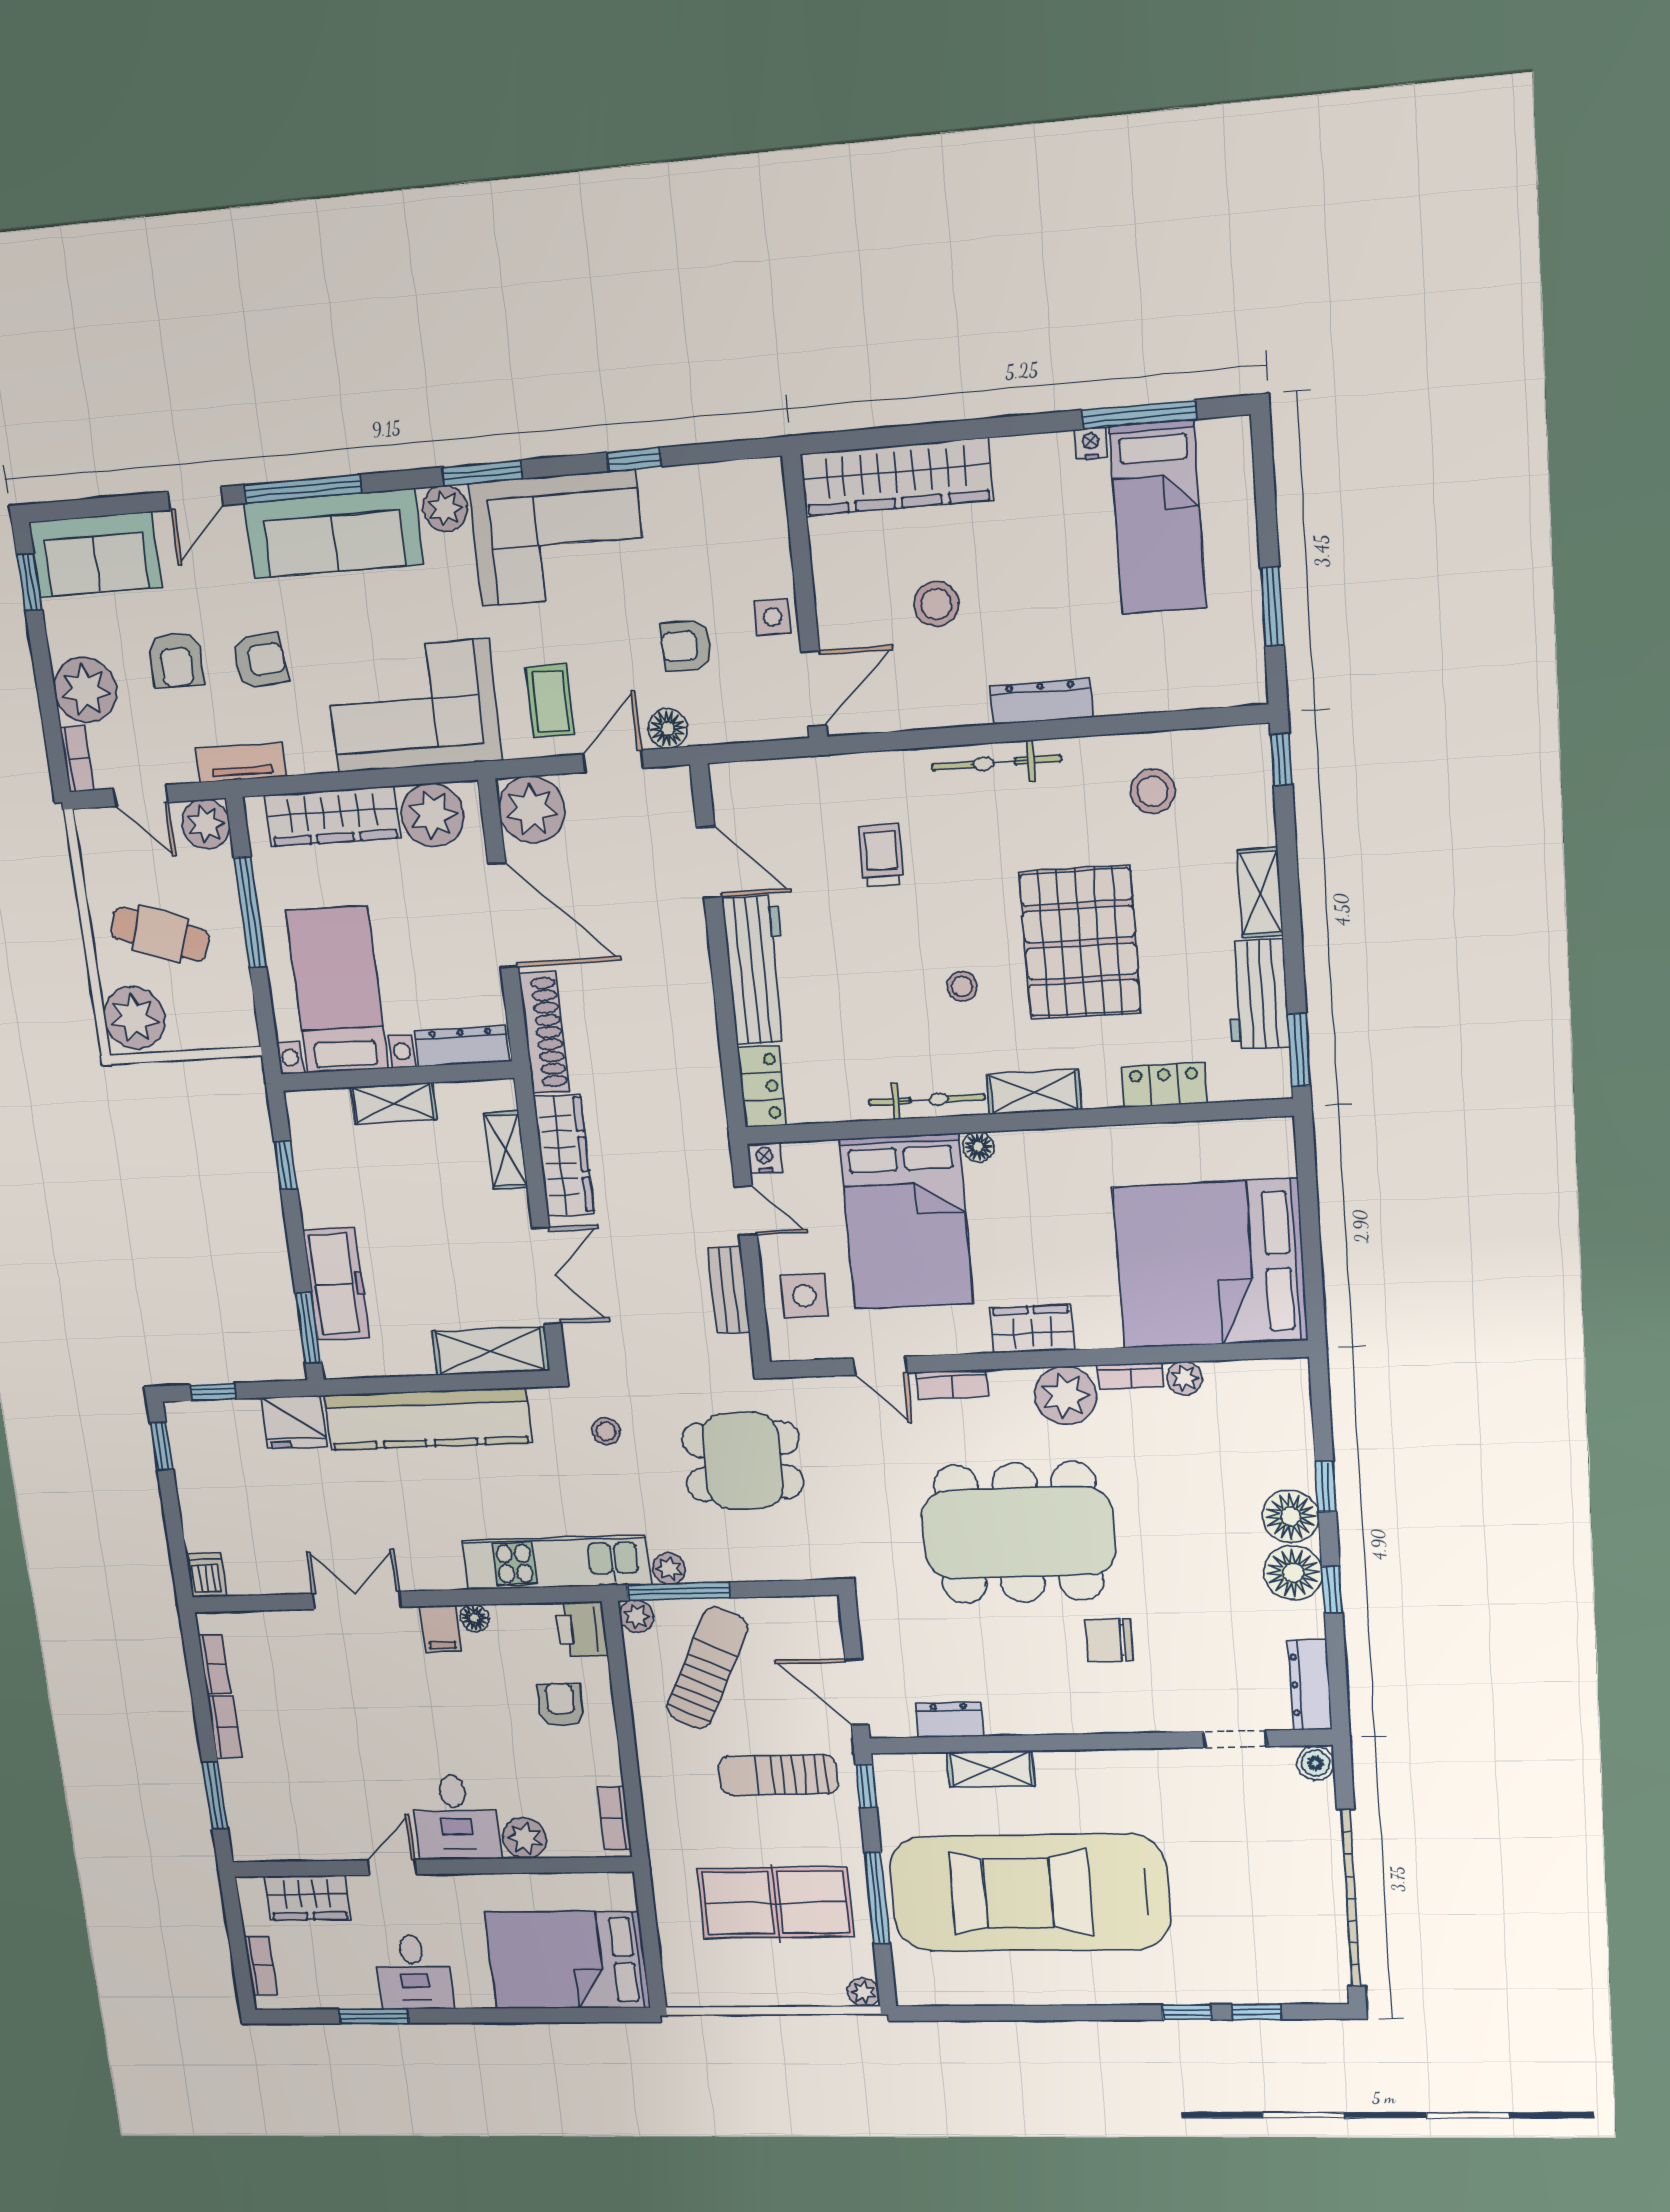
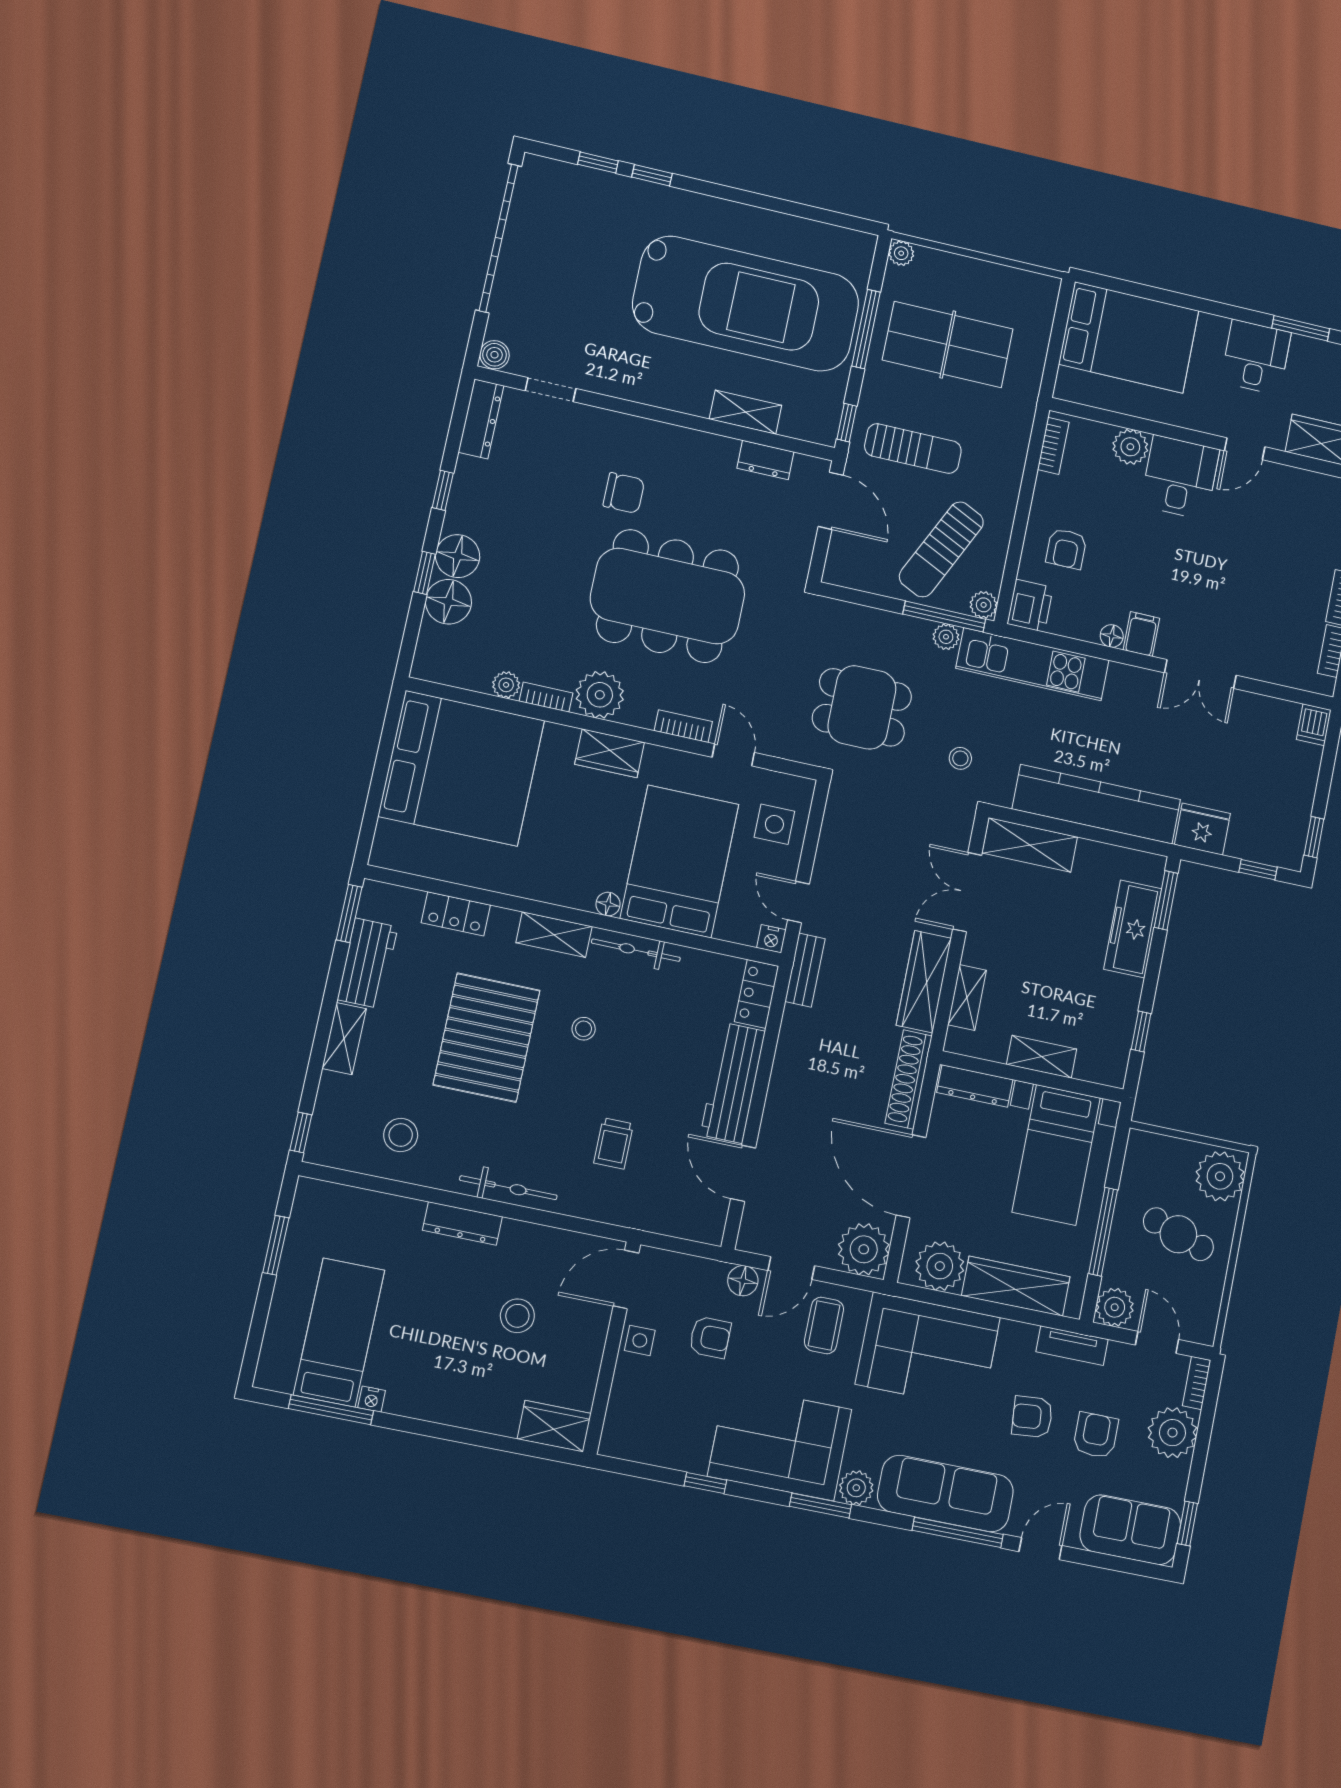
wardrobe: (896, 477) -> (554, 1426), width x0.48, depth x0.85
bench: (729, 1290) -> (805, 970), moved
floor lamp: (1293, 1573) -> (448, 602), moved

